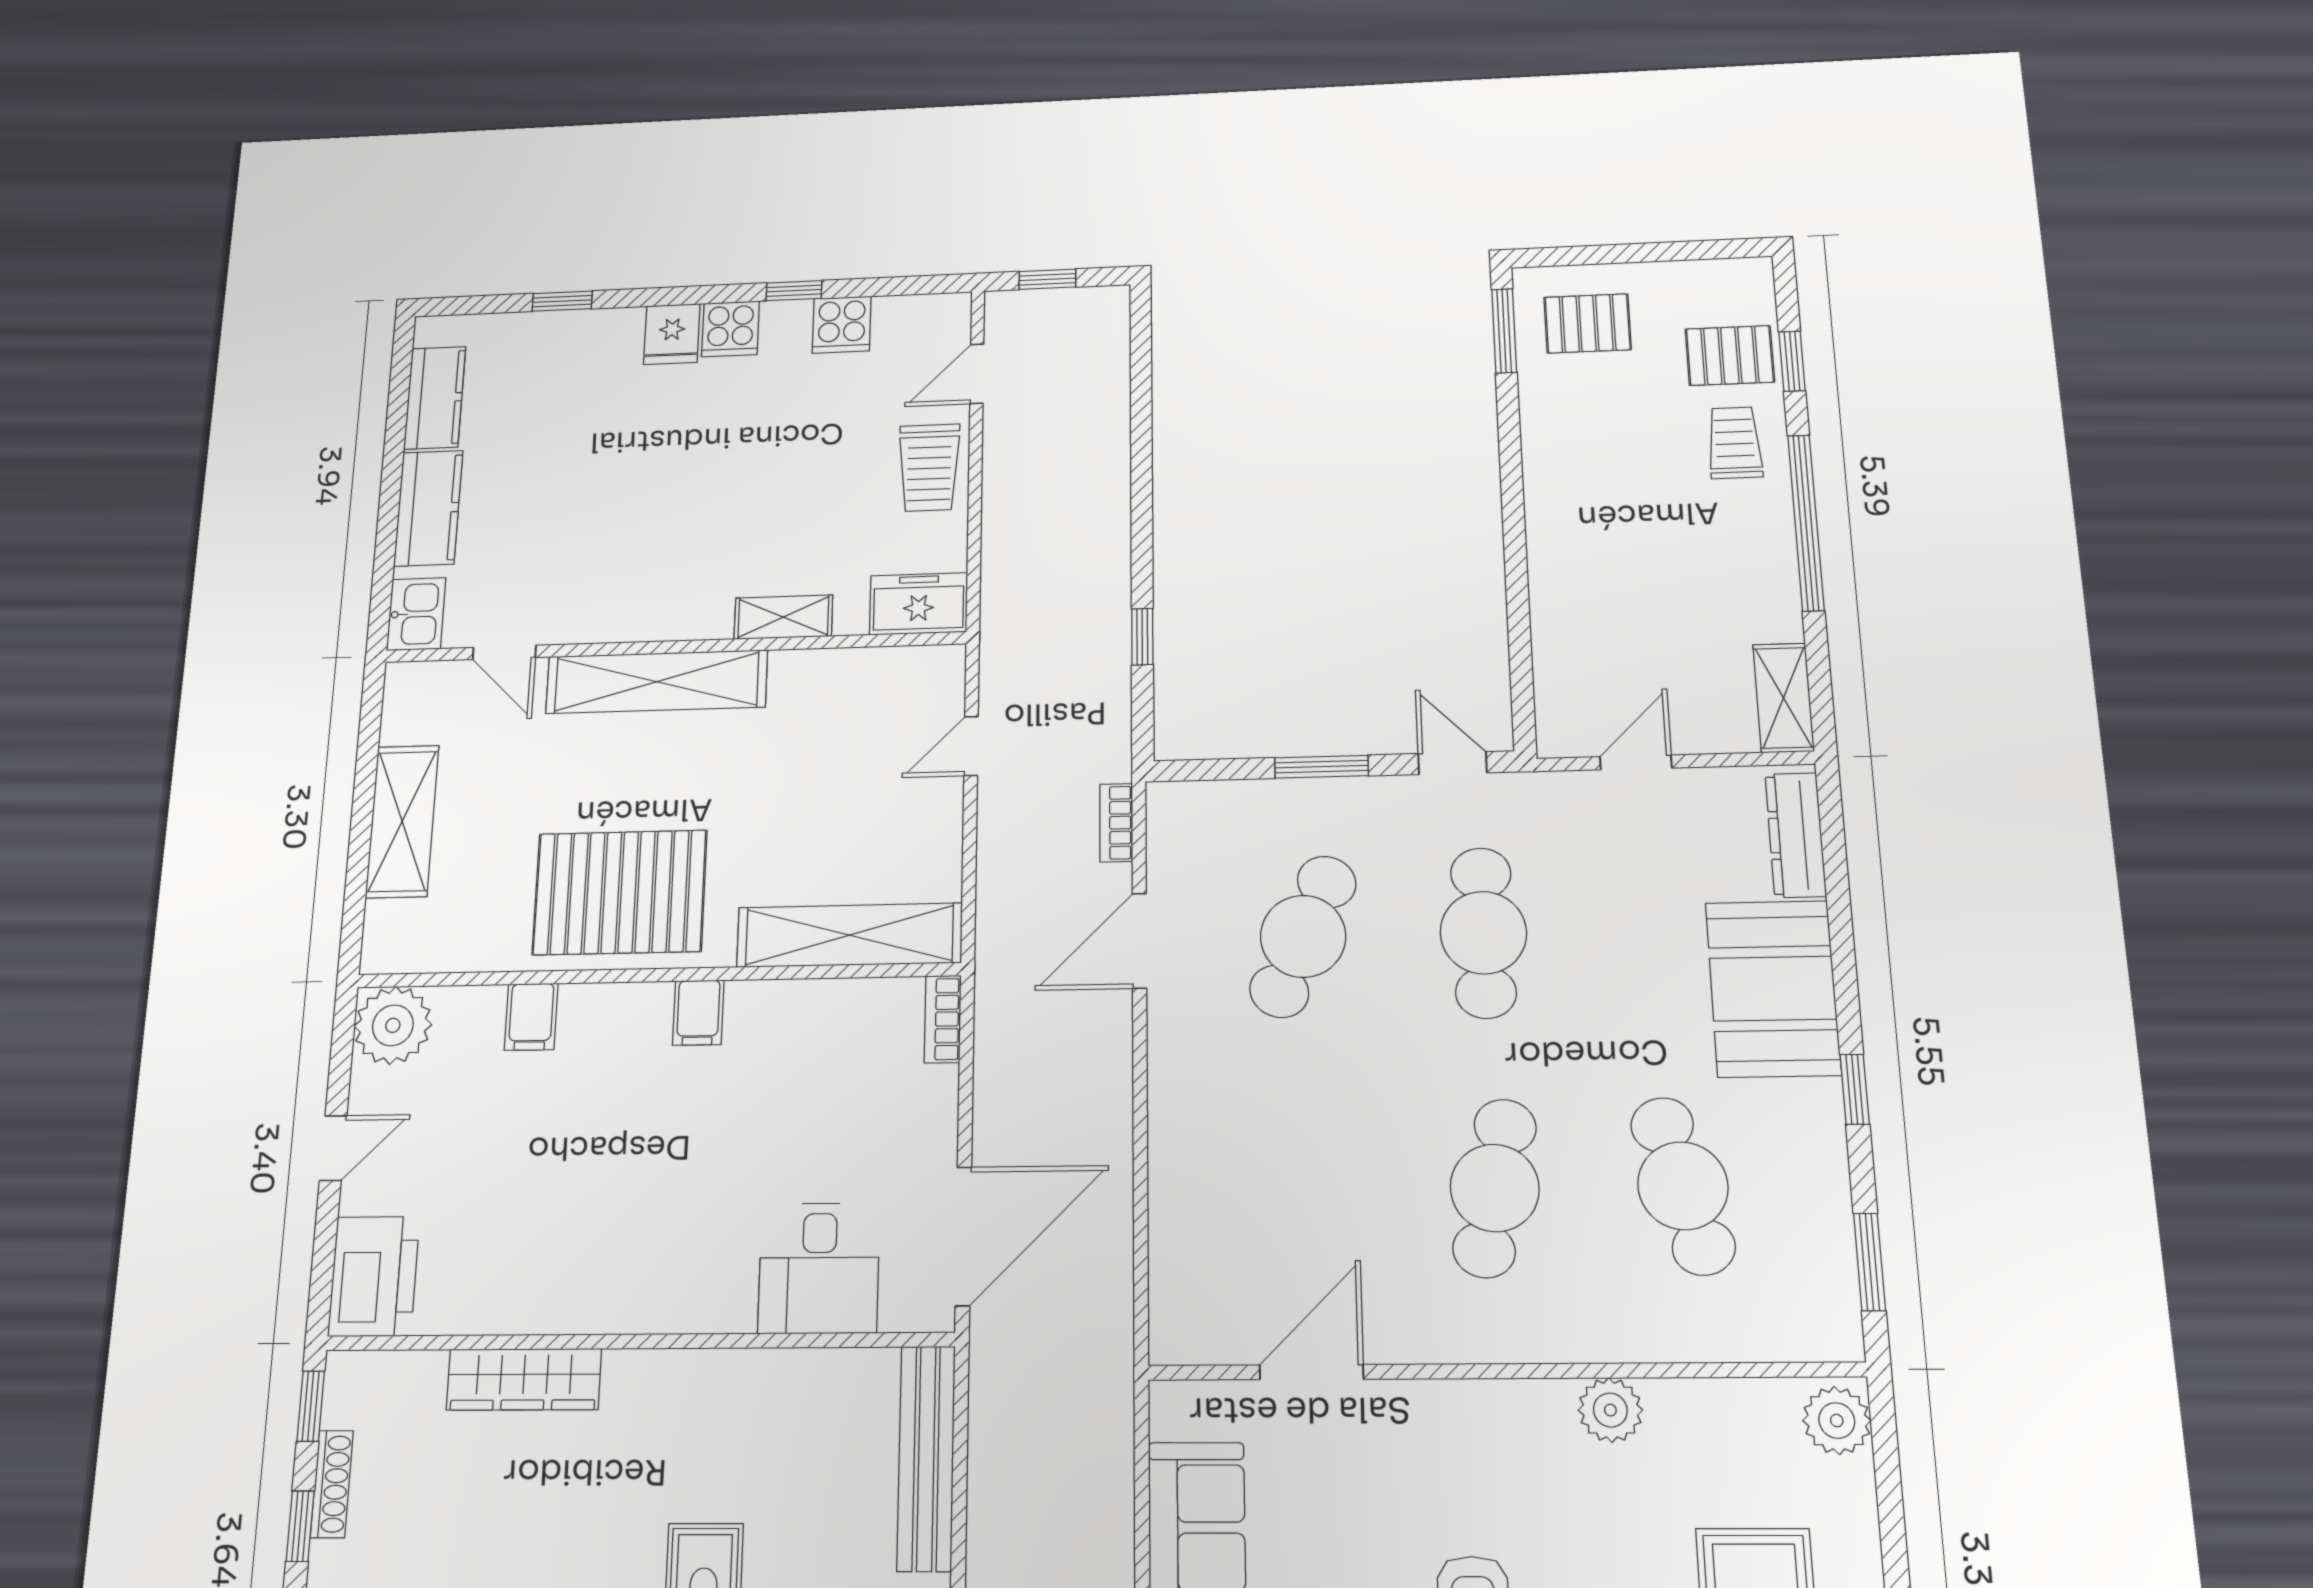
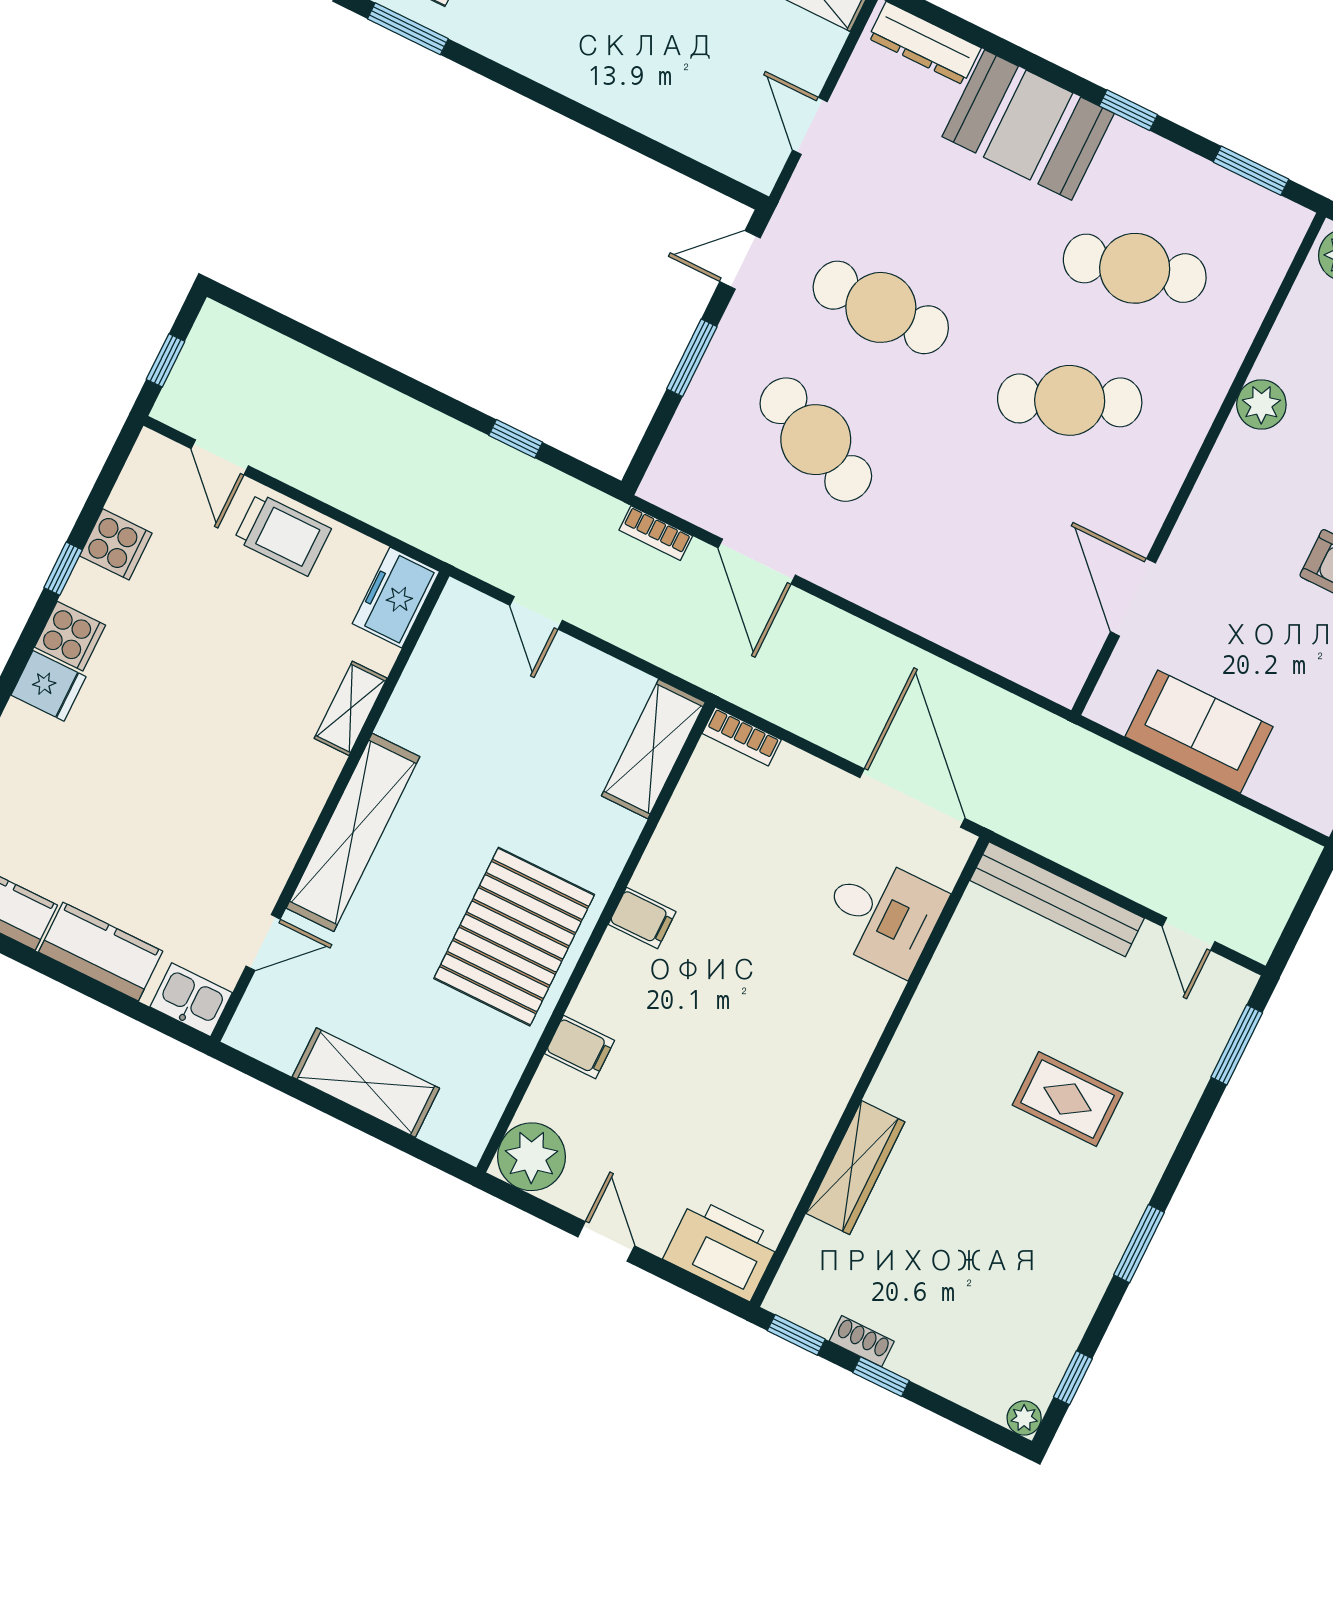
shelving: (849, 935) -> (653, 749), width x0.68
cafe table: (1495, 1188) -> (1070, 400), turned -36
shoe rack: (332, 1484) -> (862, 1341), width x0.70

